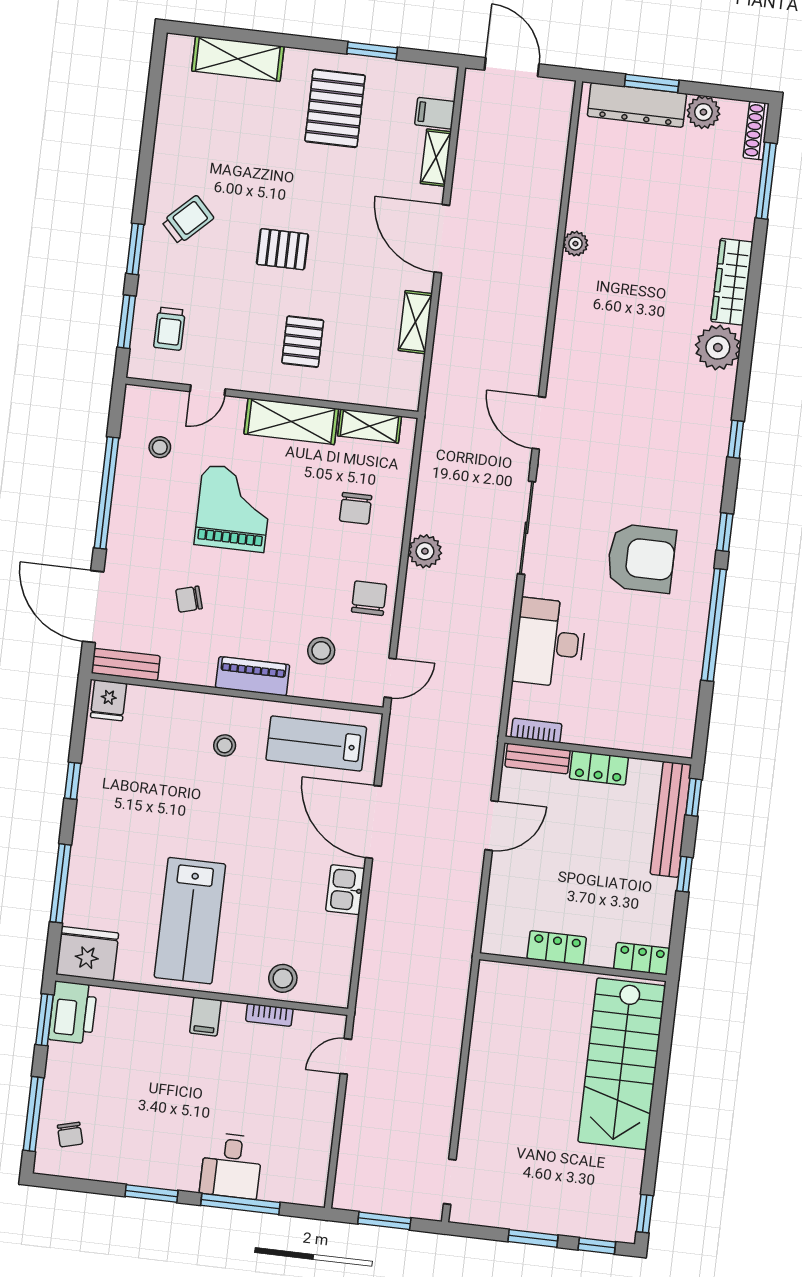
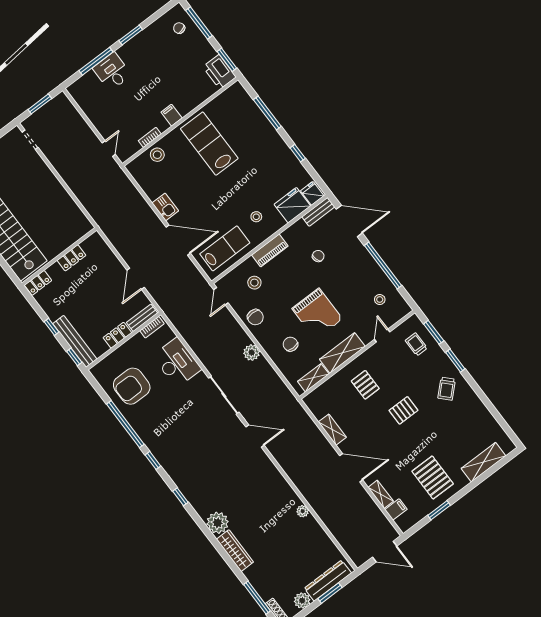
grand piano: (233, 508) -> (317, 314), moved
armchair: (641, 558) -> (132, 386), moved
fridge: (87, 954) -> (292, 205), moved, turned 180

